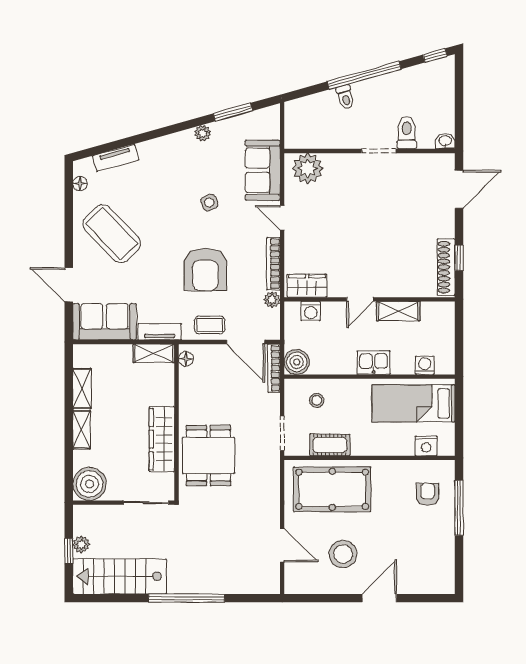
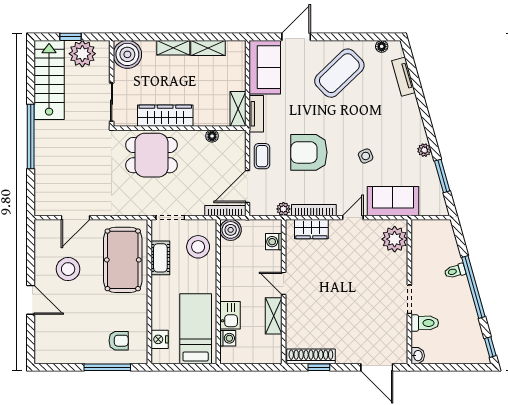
wardrobe: (307, 286) -> (311, 229), moved, turned 90
floor lamp: (186, 359) -> (212, 136), moved
kitchen sink: (374, 363) -> (230, 315), moved
stool: (317, 400) -> (198, 247), width x1.89, depth x1.89
plant: (81, 544) -> (82, 54), width x1.88, depth x1.88

